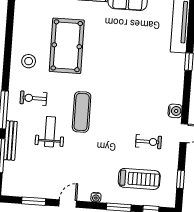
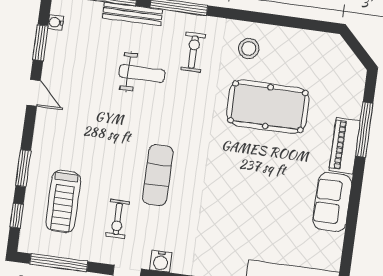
exercise mat: (82, 112) -> (158, 175), moved, turned 90
window: (180, 179) -> (59, 263), width x2.17
water cooler: (96, 197) -> (56, 22), moved

